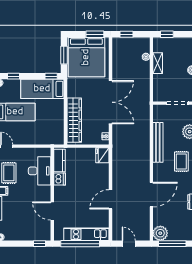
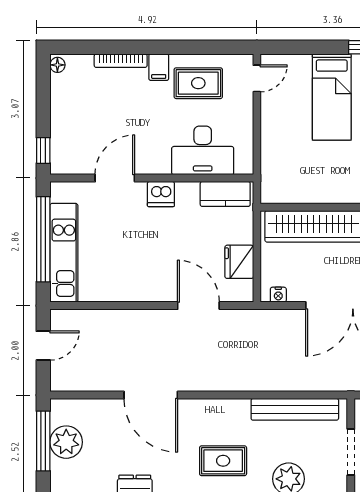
bench: (158, 142) -> (295, 409), moved
fridge: (102, 155) -> (239, 262), moved, turned -90
dishwasher: (60, 179) -> (161, 194), moved
door: (110, 199) -> (198, 306), moved
plant: (160, 233) -> (66, 442), moved

